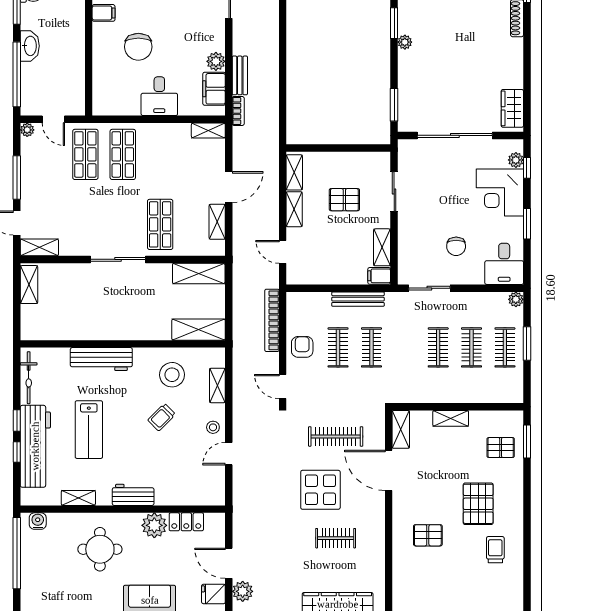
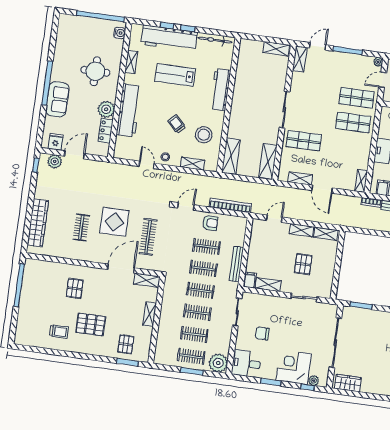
plant: (516, 299) -> (218, 363), width x1.87, depth x1.87
clothes rail: (405, 347) -> (200, 290), added
workbench: (133, 495) -> (129, 110), width x1.88, depth x1.32

